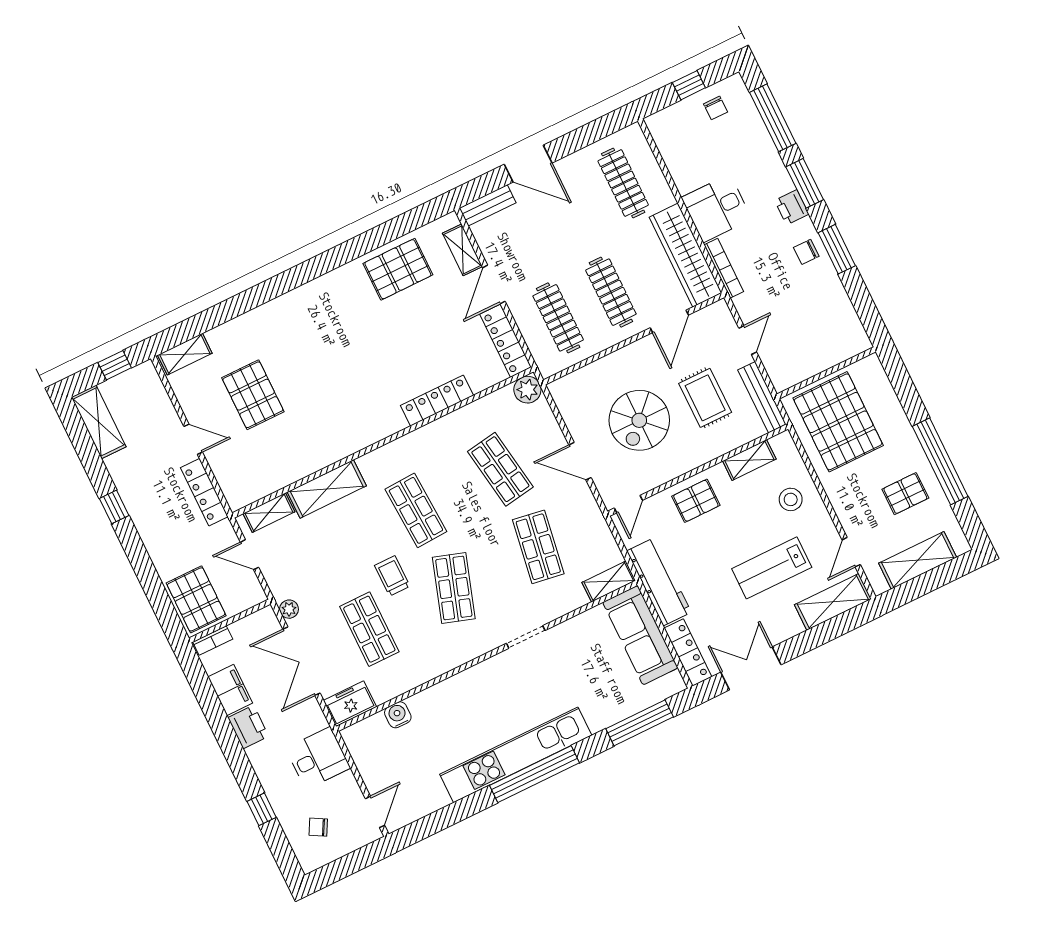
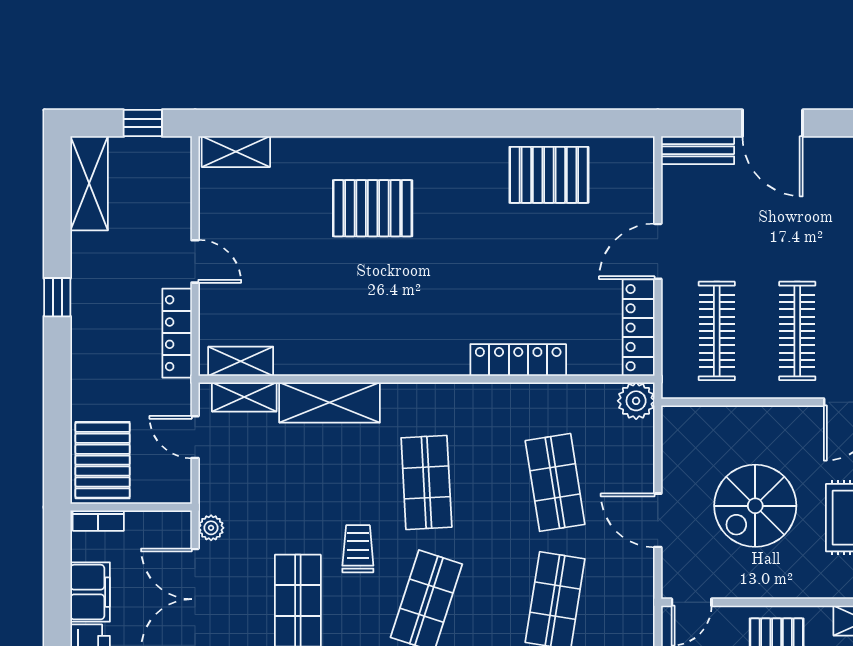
shelving: (462, 250) -> (241, 361), moved, turned 90
pallet: (253, 395) -> (373, 208), moved, turned 90

